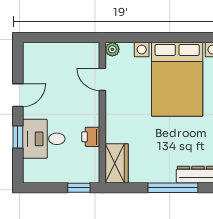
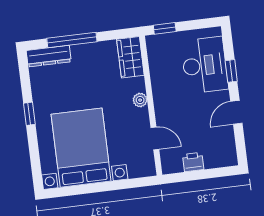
plant: (112, 49) -> (140, 100), moved
printer: (91, 137) -> (193, 162), moved, turned -90
desk: (44, 139) -> (205, 65), width x1.37

